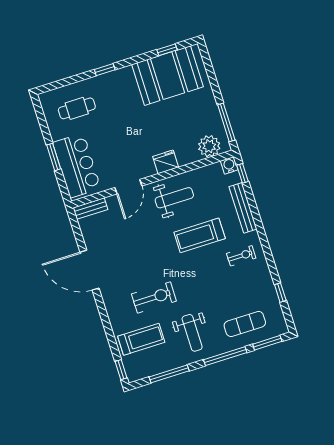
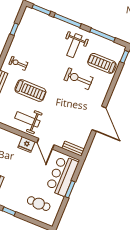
fridge: (166, 162) -> (26, 145), moved
door: (128, 187) -> (46, 144), swing flipped
exercise mat: (245, 324) -> (45, 28), removed
weight bench: (192, 333) -> (74, 46), turned 180

